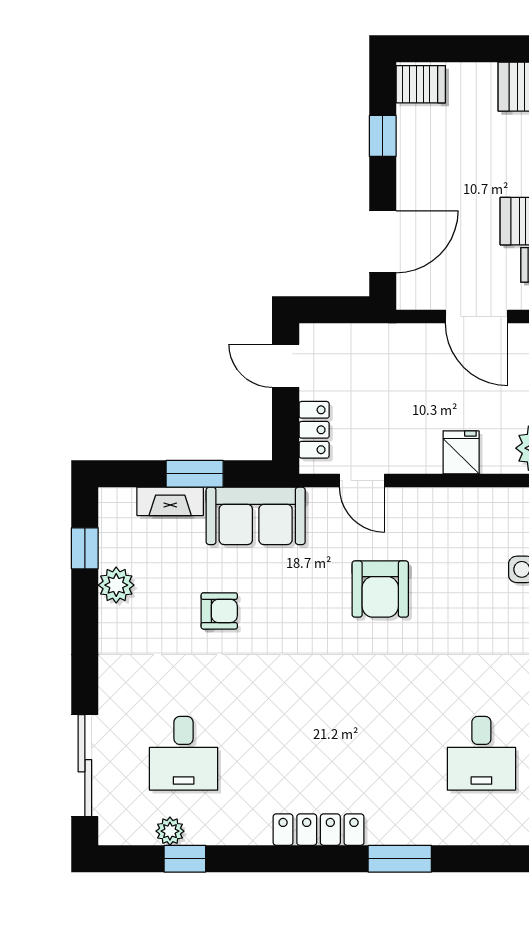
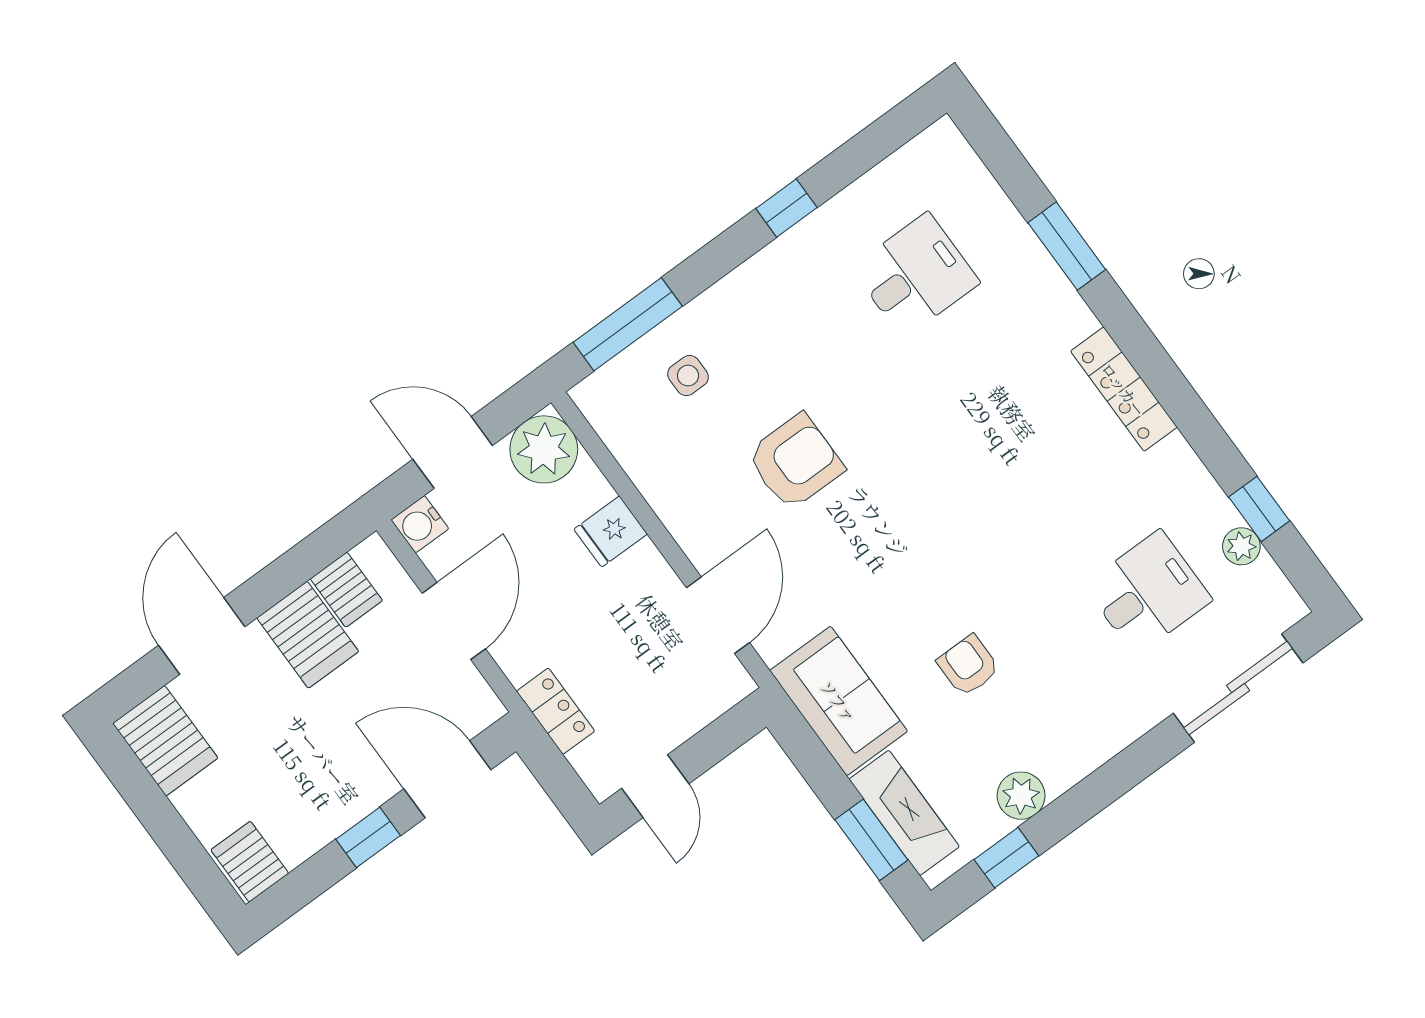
window: (383, 136) -> (368, 837), moved
locker: (314, 430) -> (556, 711), moved, turned 90
window: (195, 474) -> (871, 840), moved
door: (362, 481) -> (718, 615), width x1.38
fireplace: (170, 501) -> (904, 813), width x1.37, depth x1.32
armchair: (380, 589) -> (795, 462), moved
window: (400, 859) -> (1067, 246), moved

